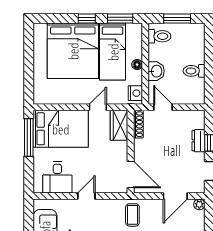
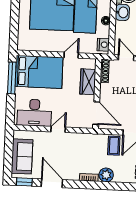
washbasin: (156, 71) -> (122, 12), moved
wardrobe: (119, 125) -> (88, 82), moved
desk: (57, 177) -> (34, 113), width x1.37
coffee table: (132, 215) -> (114, 146), moved

